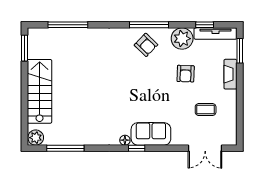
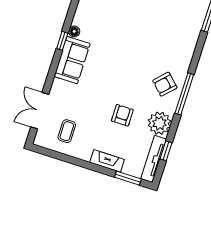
armchair: (186, 74) -> (122, 115), turned 88
coffee table: (206, 110) -> (67, 131), moved

